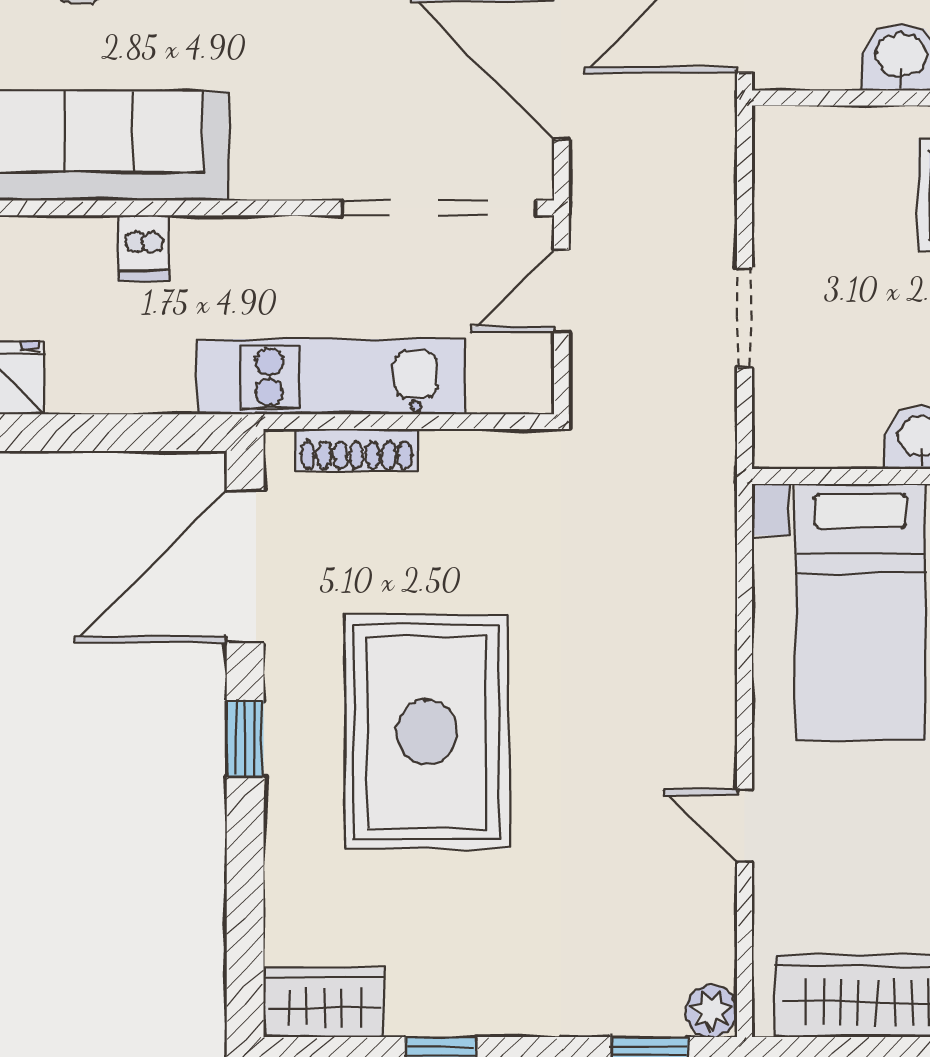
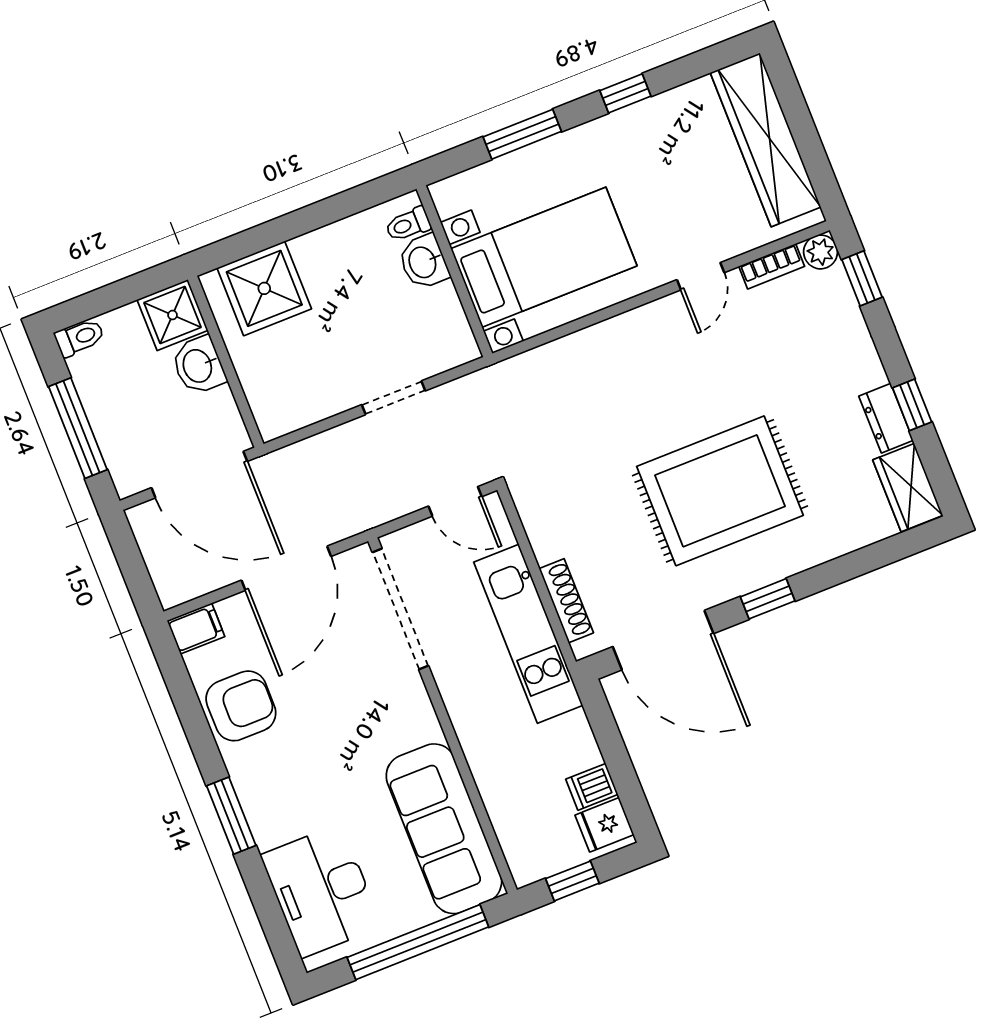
dishwasher: (144, 248) -> (592, 787), moved, turned 180
door: (561, 291) -> (455, 501), moved
bookcase: (718, 933) -> (772, 266), added
dresser: (436, 1011) -> (886, 418), added

